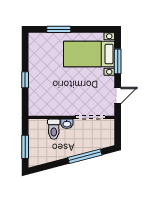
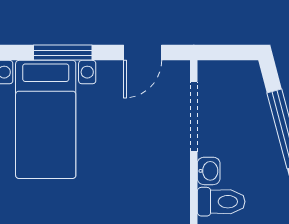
door: (118, 96) -> (143, 53), swing flipped

